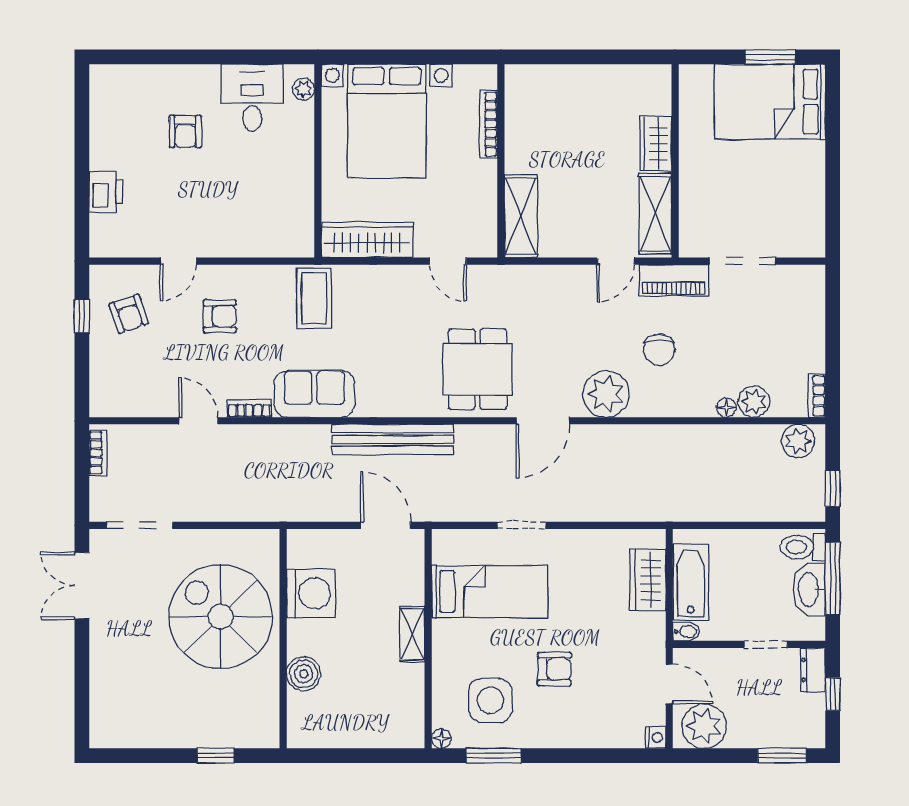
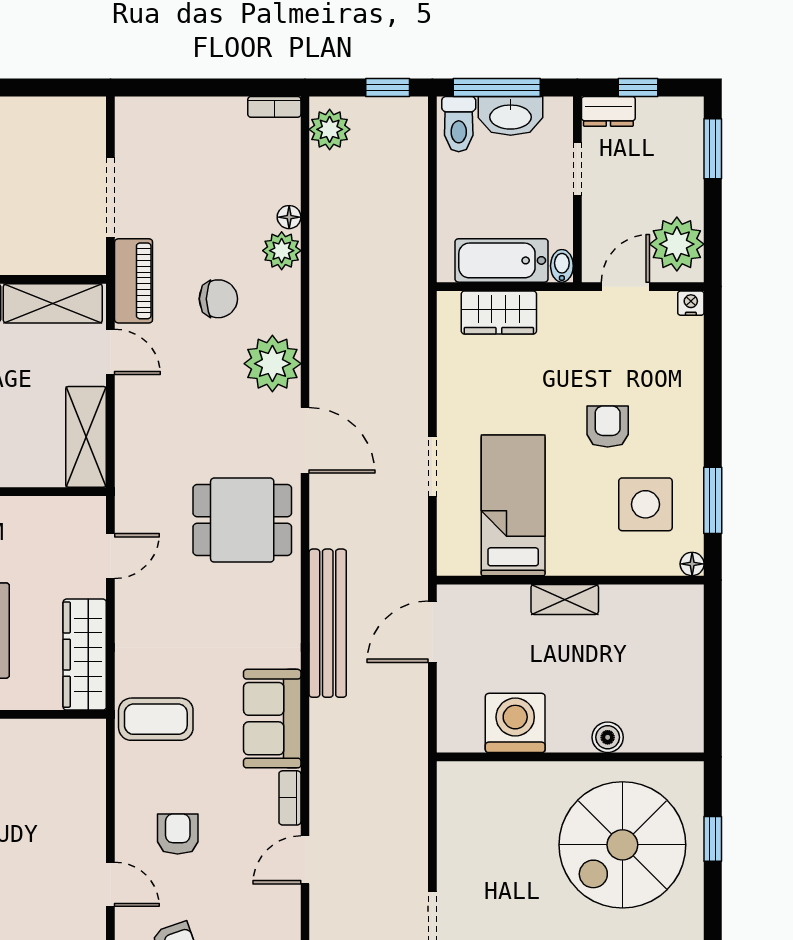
shelving: (521, 216) -> (86, 437), moved, turned 90
plant: (754, 402) -> (282, 251), moved
spiral stairs: (221, 617) -> (622, 845), moved
boiler: (304, 674) -> (608, 737), width x0.73, depth x0.73

